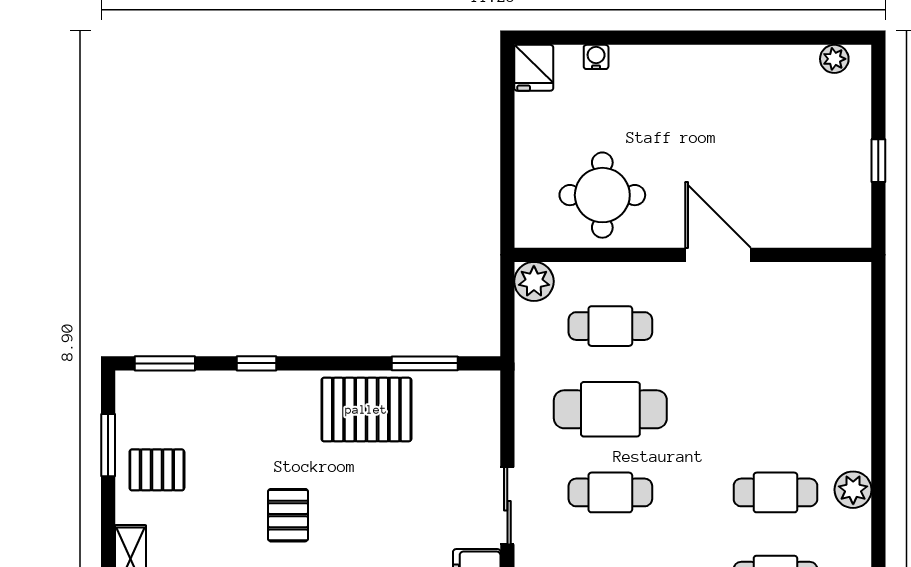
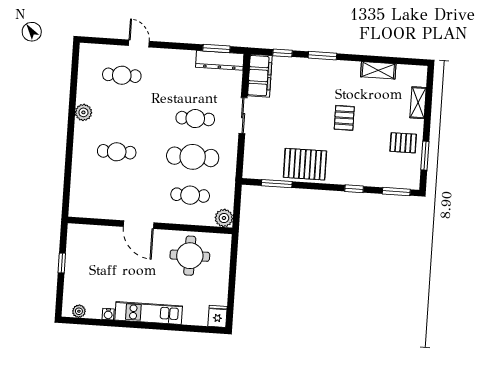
water cooler: (596, 57) -> (108, 314), moved
kitchen unit: (683, 65) -> (149, 313), added
cafe table: (775, 492) -> (117, 152), moved

